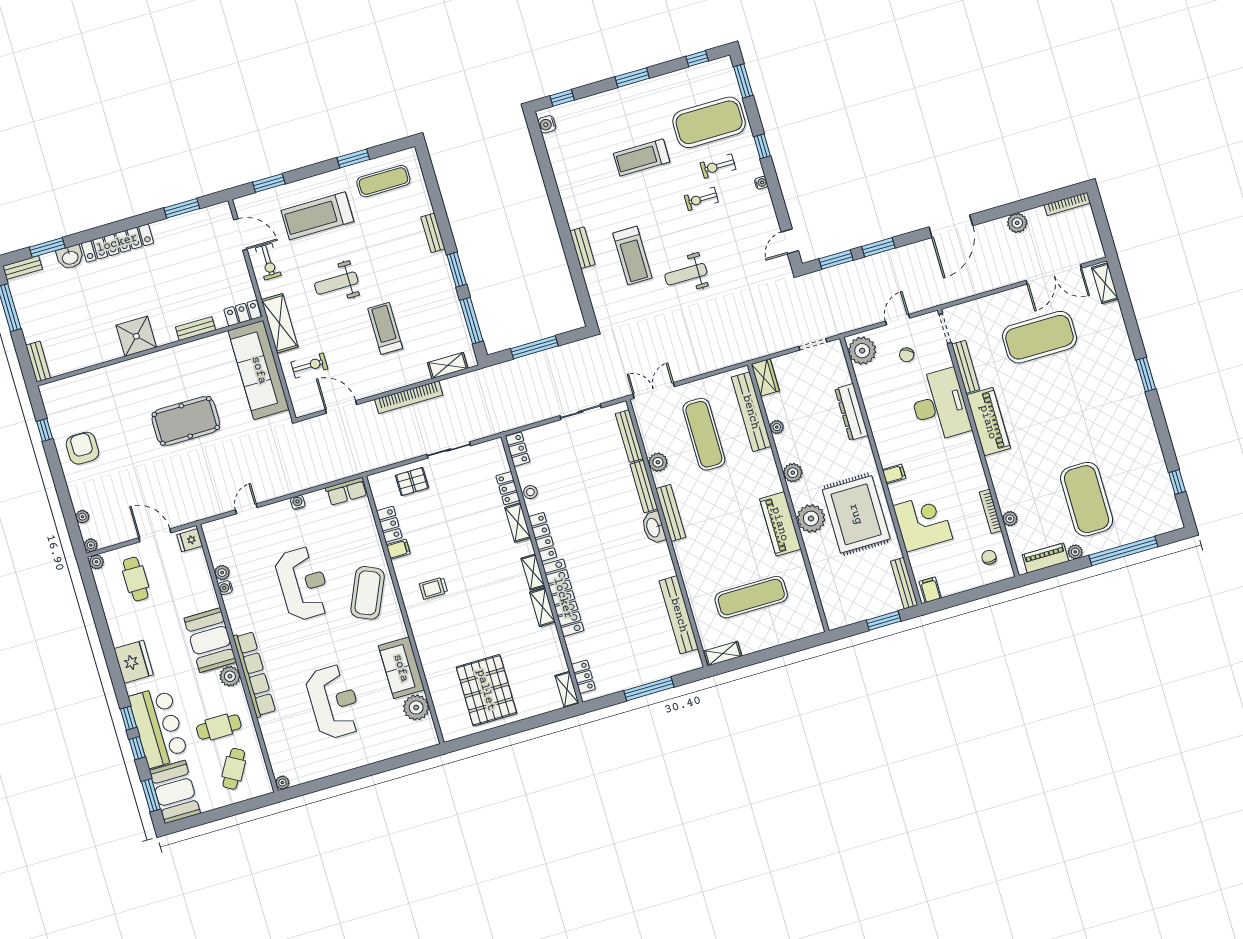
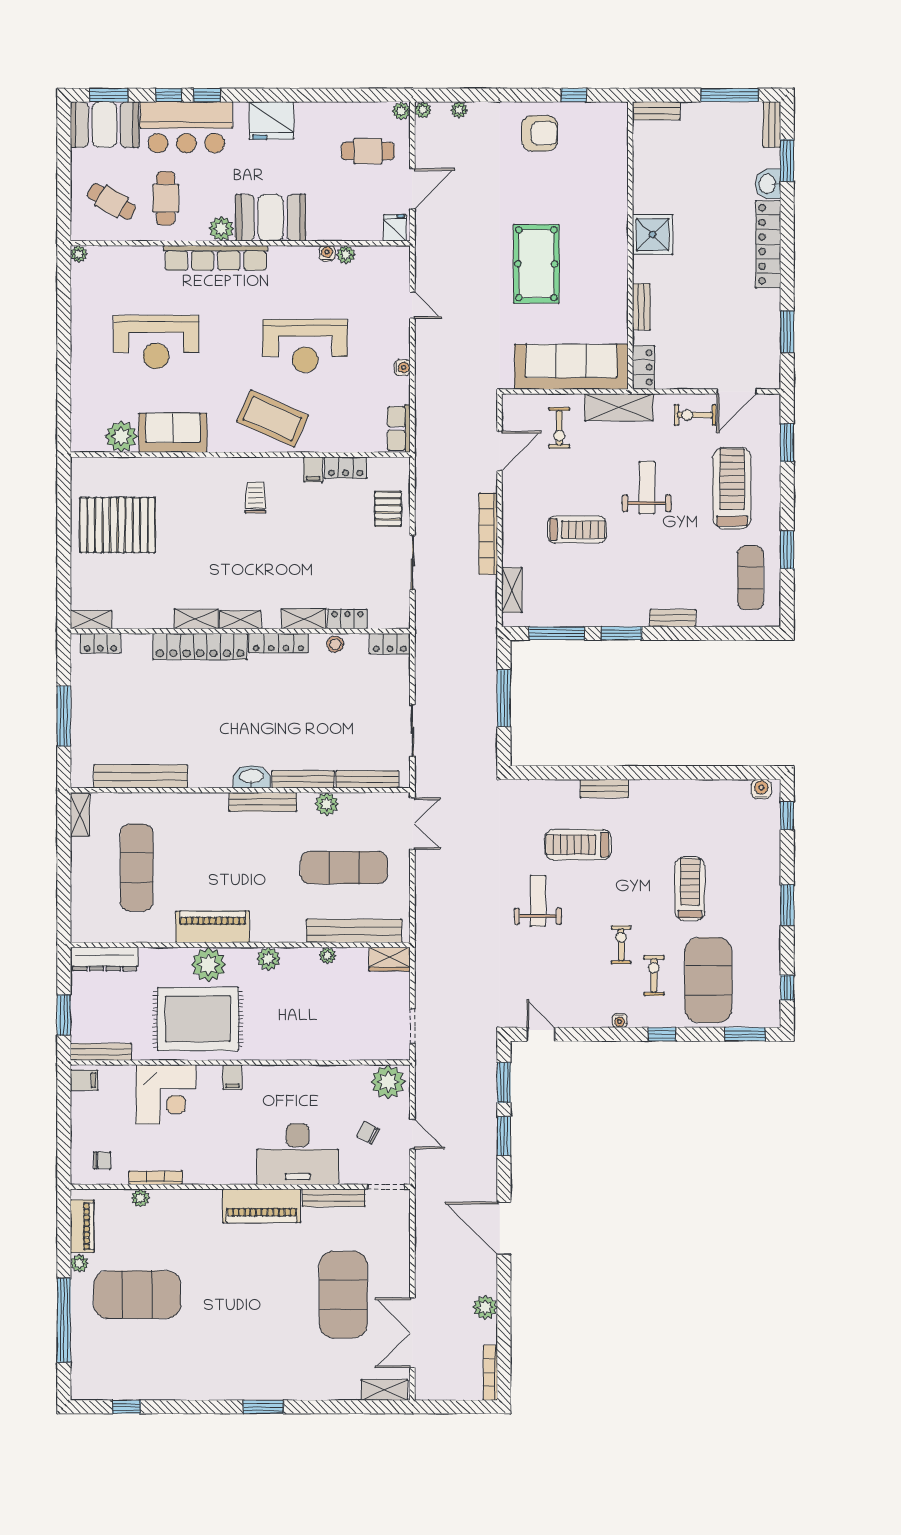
dresser: (852, 412) -> (105, 959), moved, turned 180

